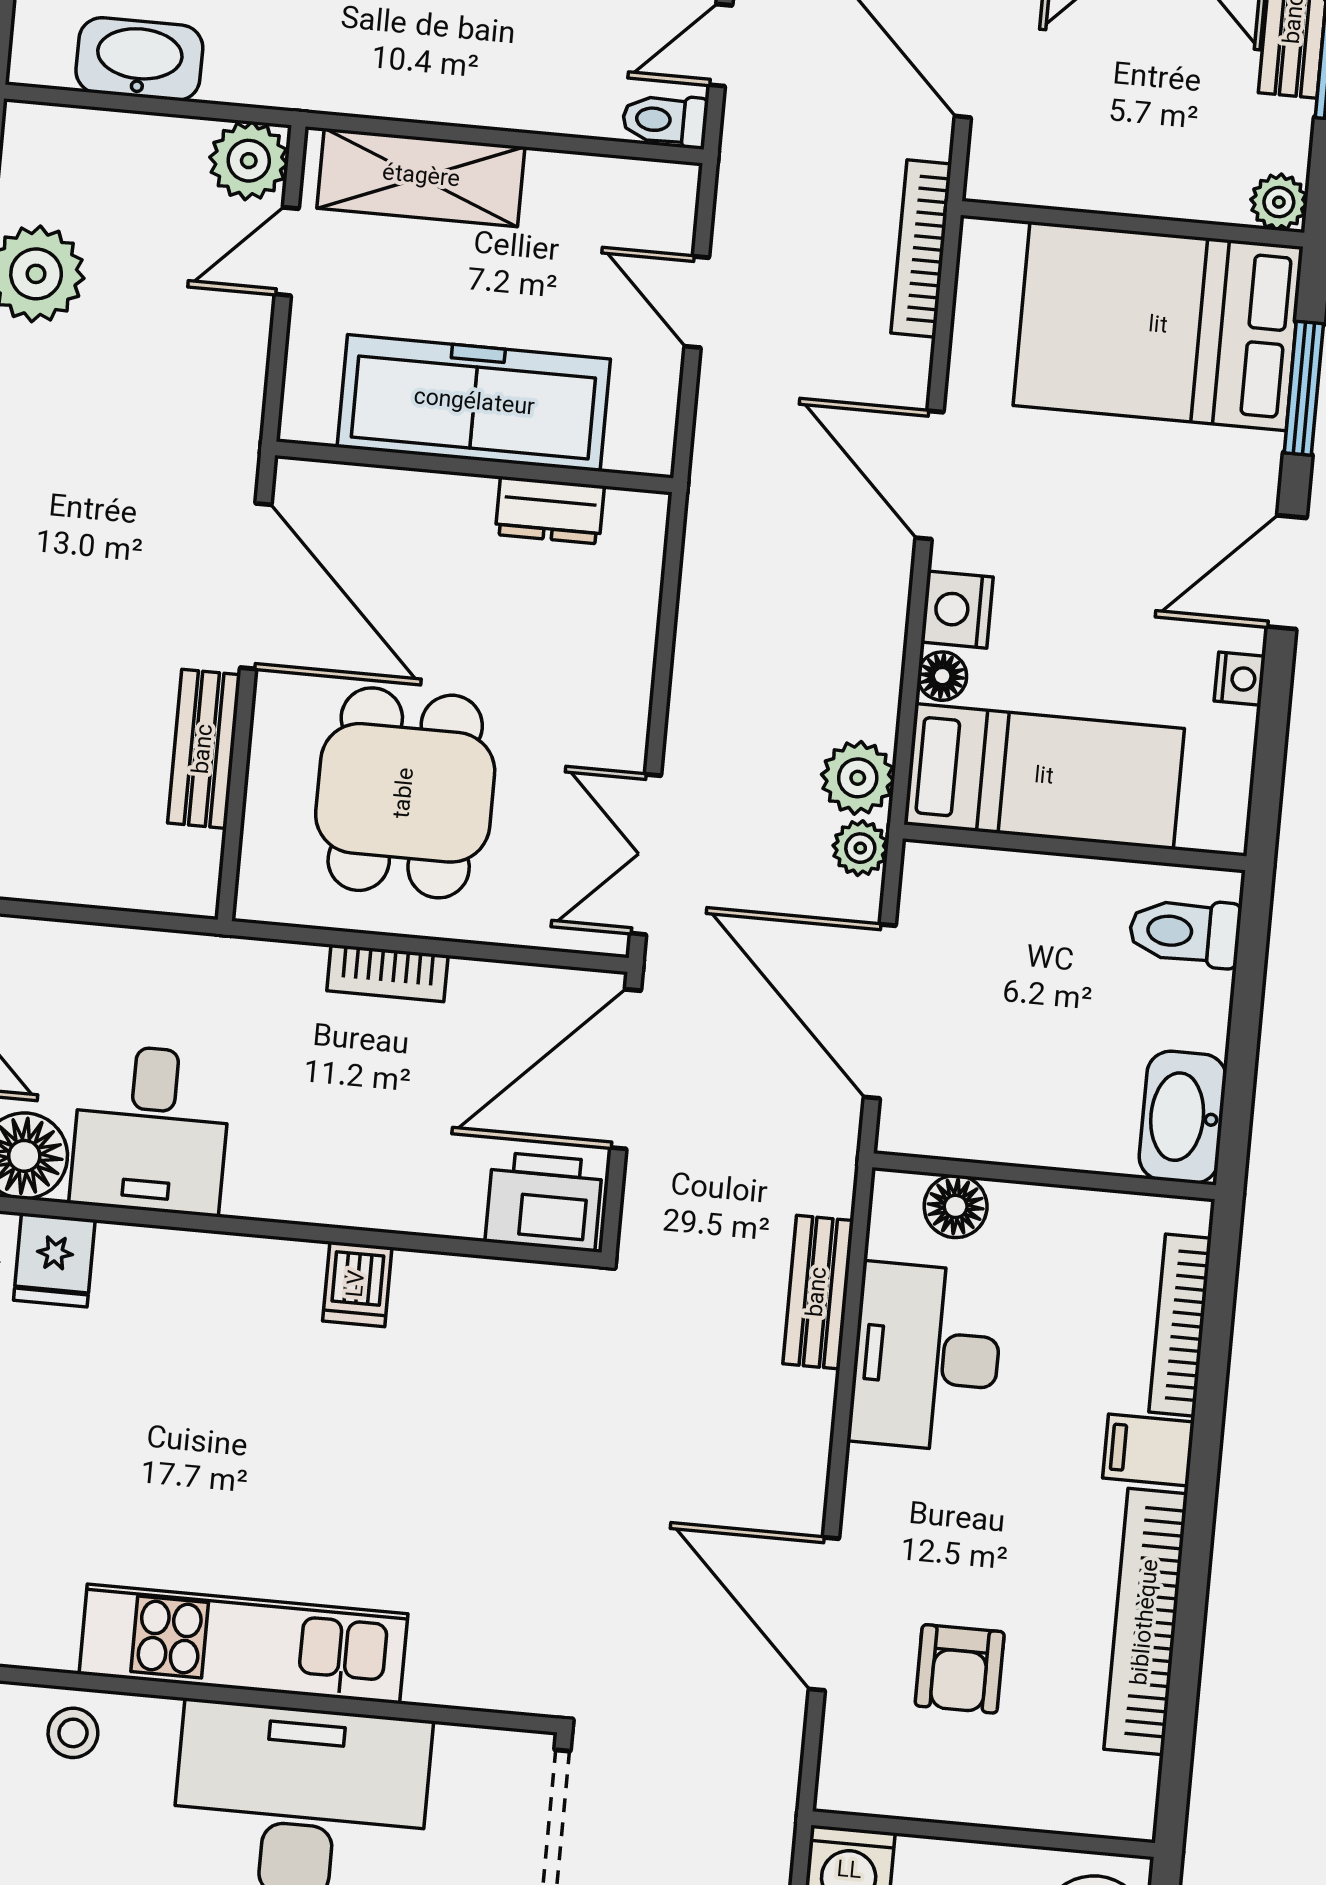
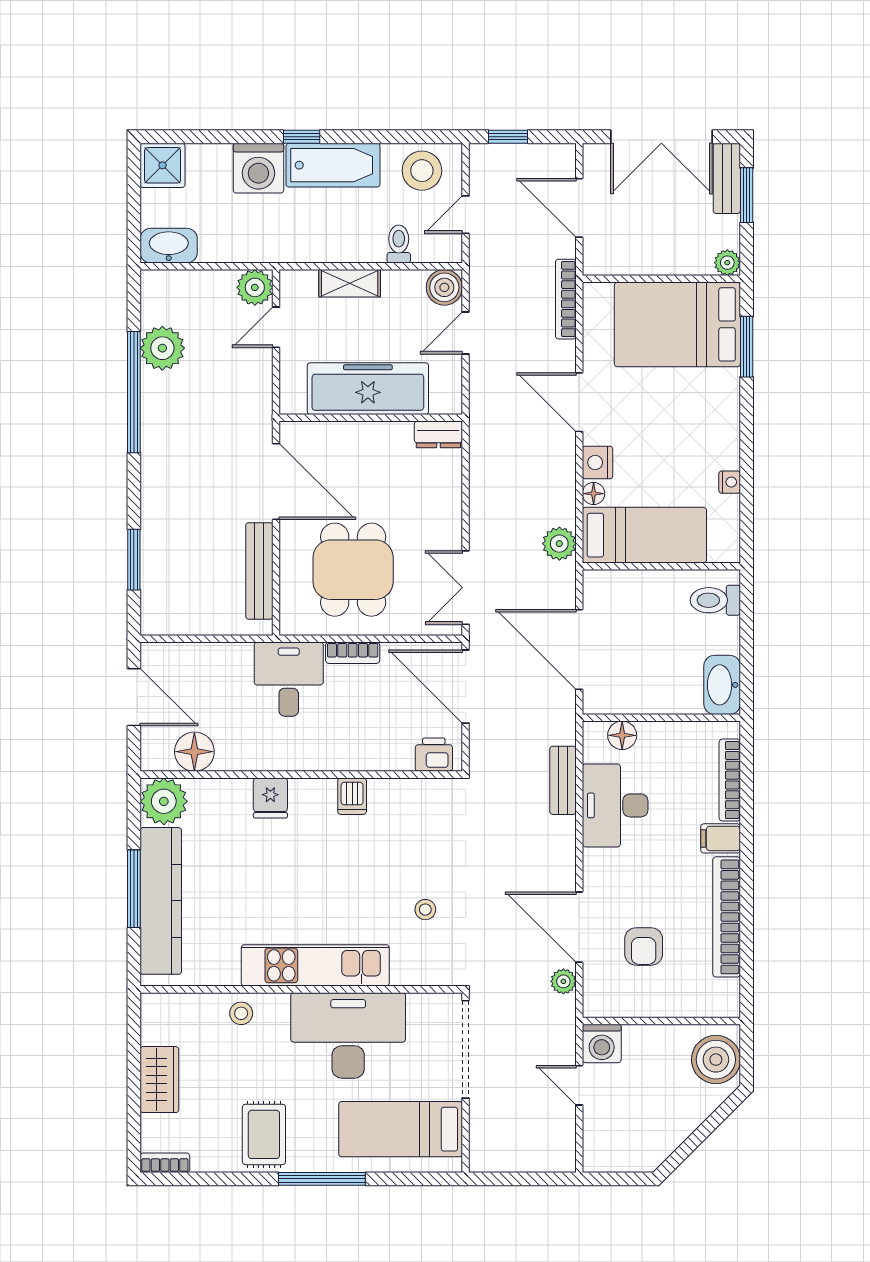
washbasin: (139, 59) -> (169, 246), moved
toilet: (665, 120) -> (399, 244), moved, turned 90
shelving: (421, 177) -> (350, 283), width x0.67, depth x0.75
boiler: (660, 199) -> (444, 287), added
door: (697, 302) -> (466, 333), hinge flipped
dresser: (550, 510) -> (438, 434), moved
door: (1287, 572) -> (747, 431), removed
bench: (204, 749) -> (259, 571), width x1.36
plant: (860, 848) -> (563, 981), moved
door: (626, 1069) -> (466, 687), hinge flipped
desk: (151, 1130) -> (289, 679), moved, turned 180
printer: (544, 1202) -> (434, 755), width x0.73, depth x0.81
fridge: (54, 1260) -> (270, 798), moved
stool: (493, 1545) -> (425, 910), added

